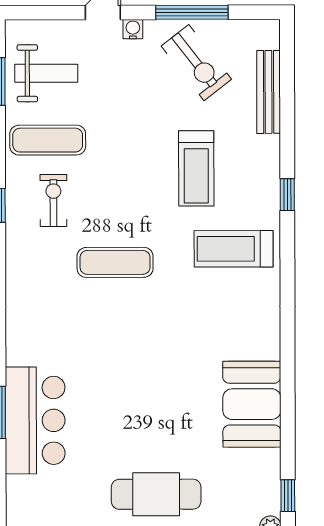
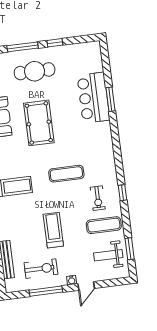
exercise bike: (196, 63) -> (41, 269), turned 128
treadmill: (196, 168) -> (53, 230), moved
pool table: (161, 380) -> (39, 123), added

